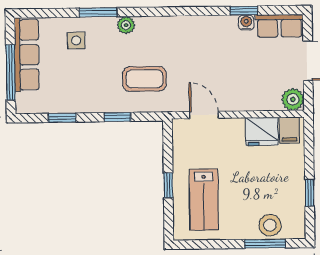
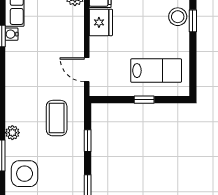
side table: (76, 41) -> (25, 174), width x1.87, depth x1.87
door: (204, 115) -> (87, 70), hinge flipped
window: (265, 244) -> (193, 21), width x0.67

